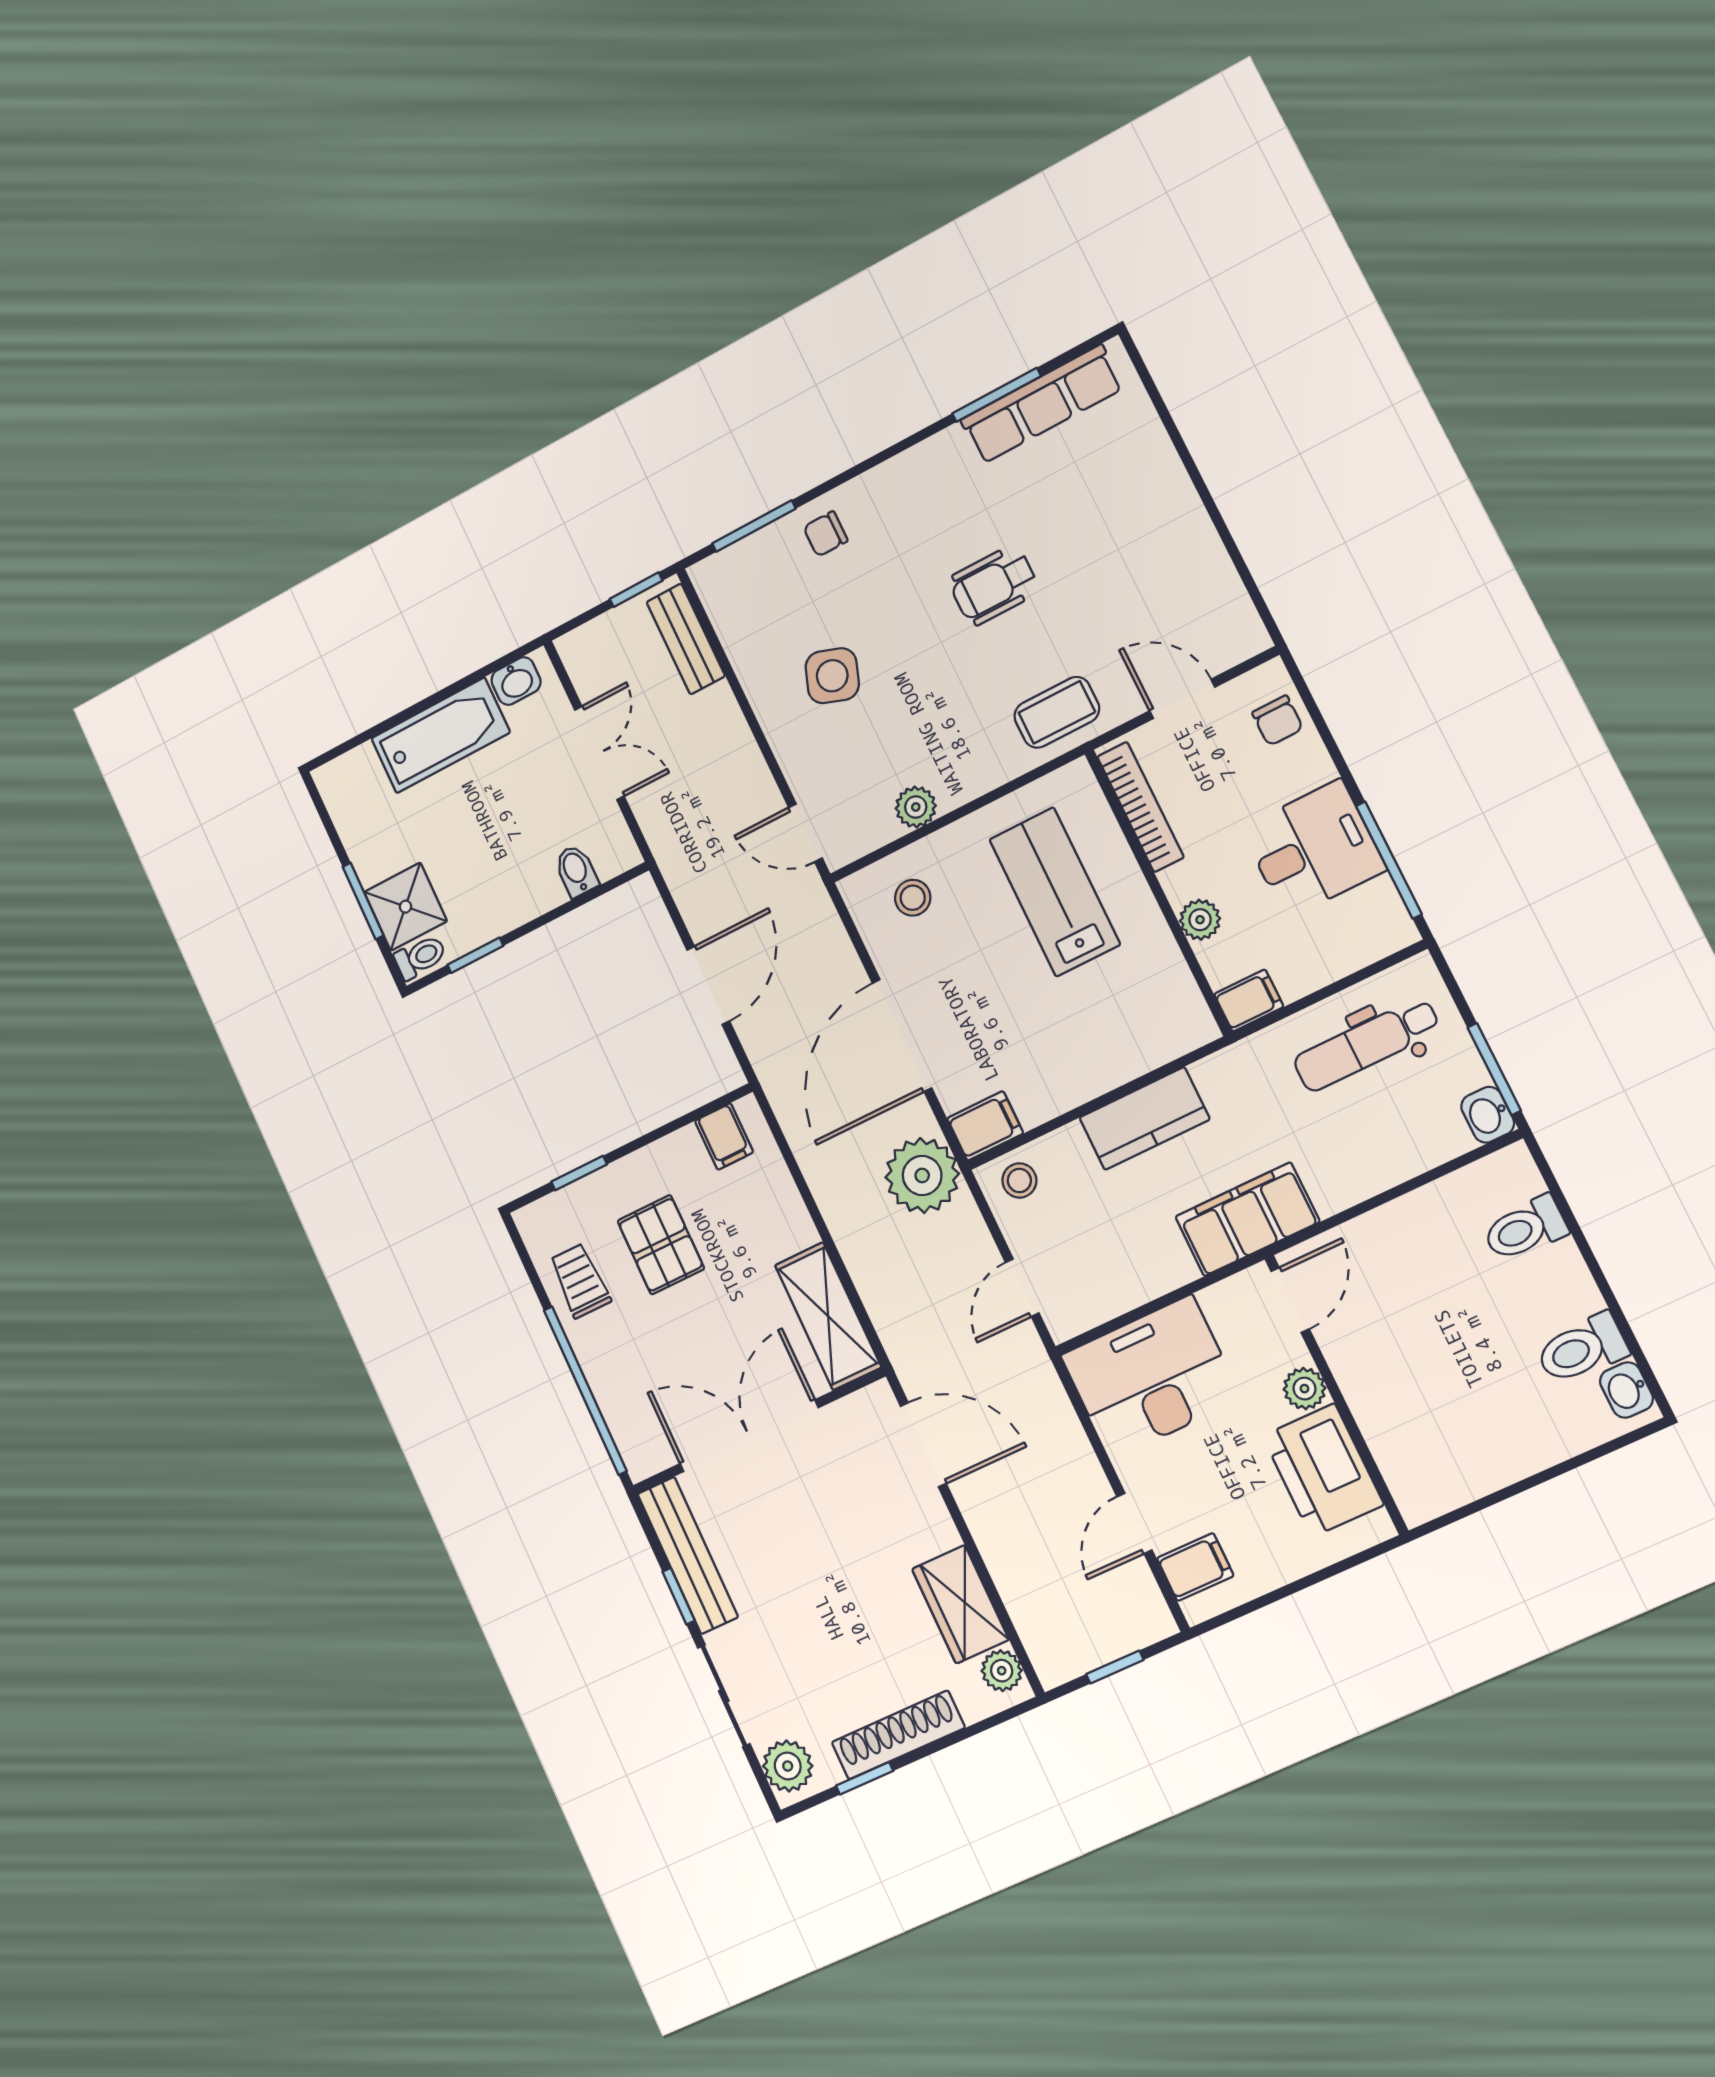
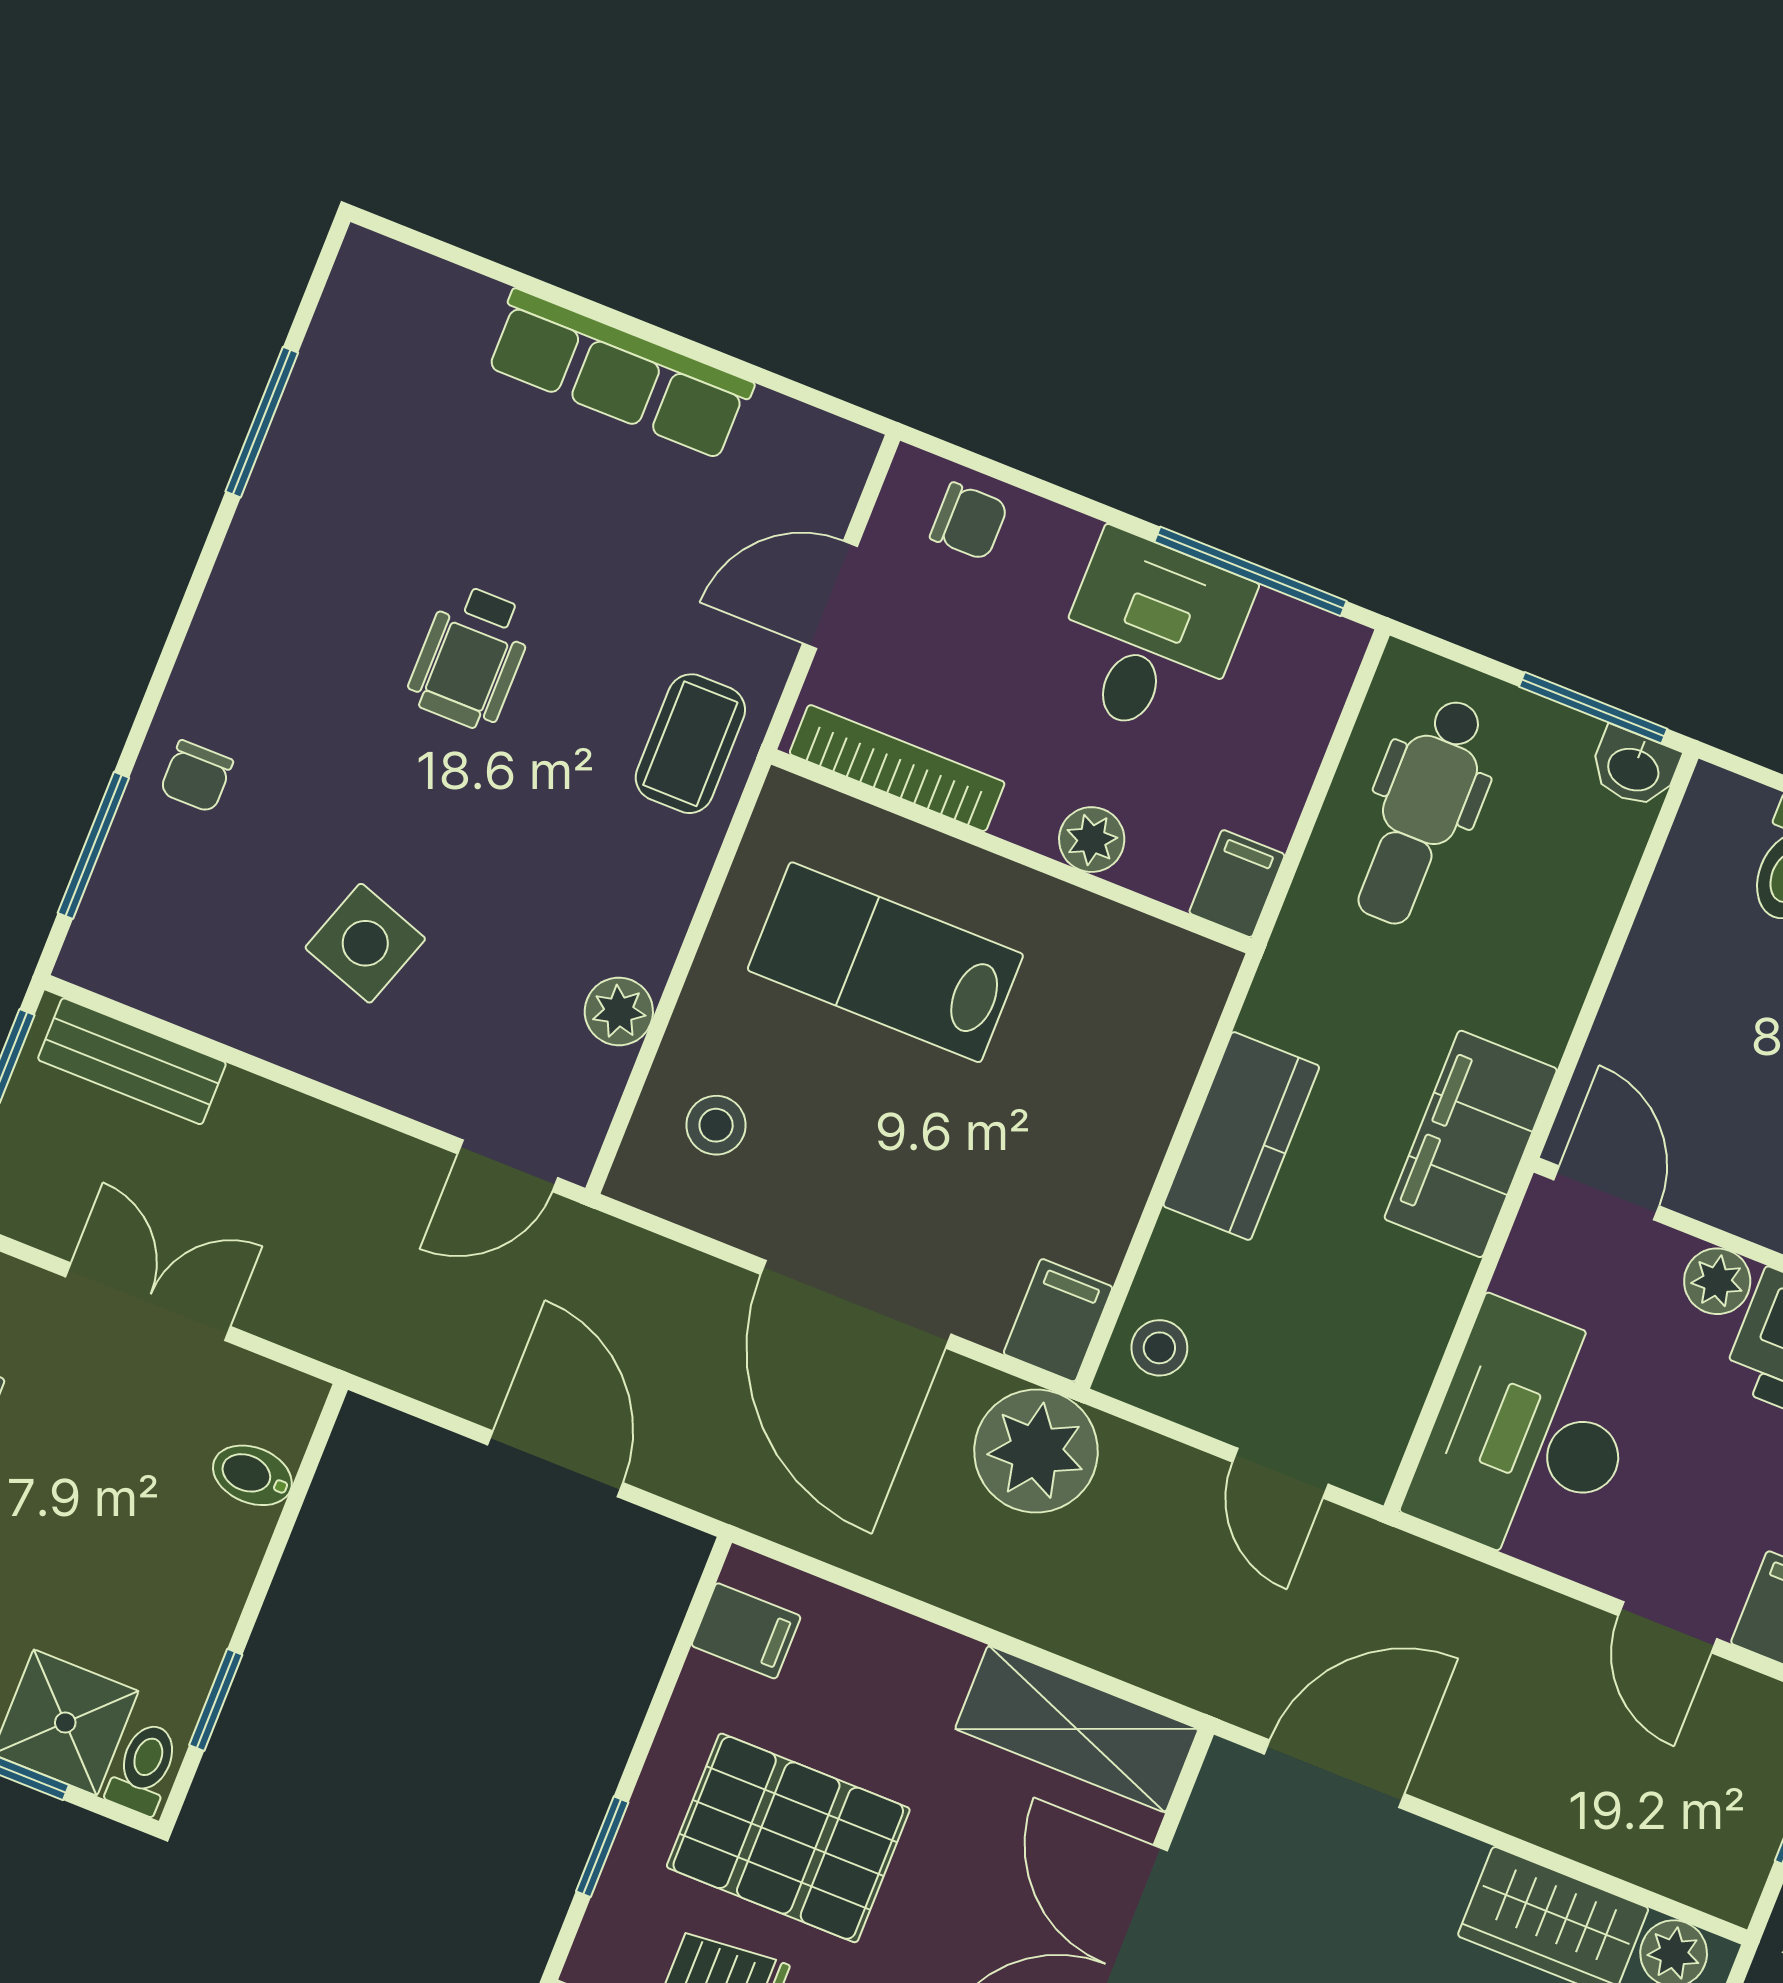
row of seats: (1042, 404) -> (619, 374), moved, turned 90
pallet: (661, 1245) -> (788, 1838), width x1.50, depth x1.42

